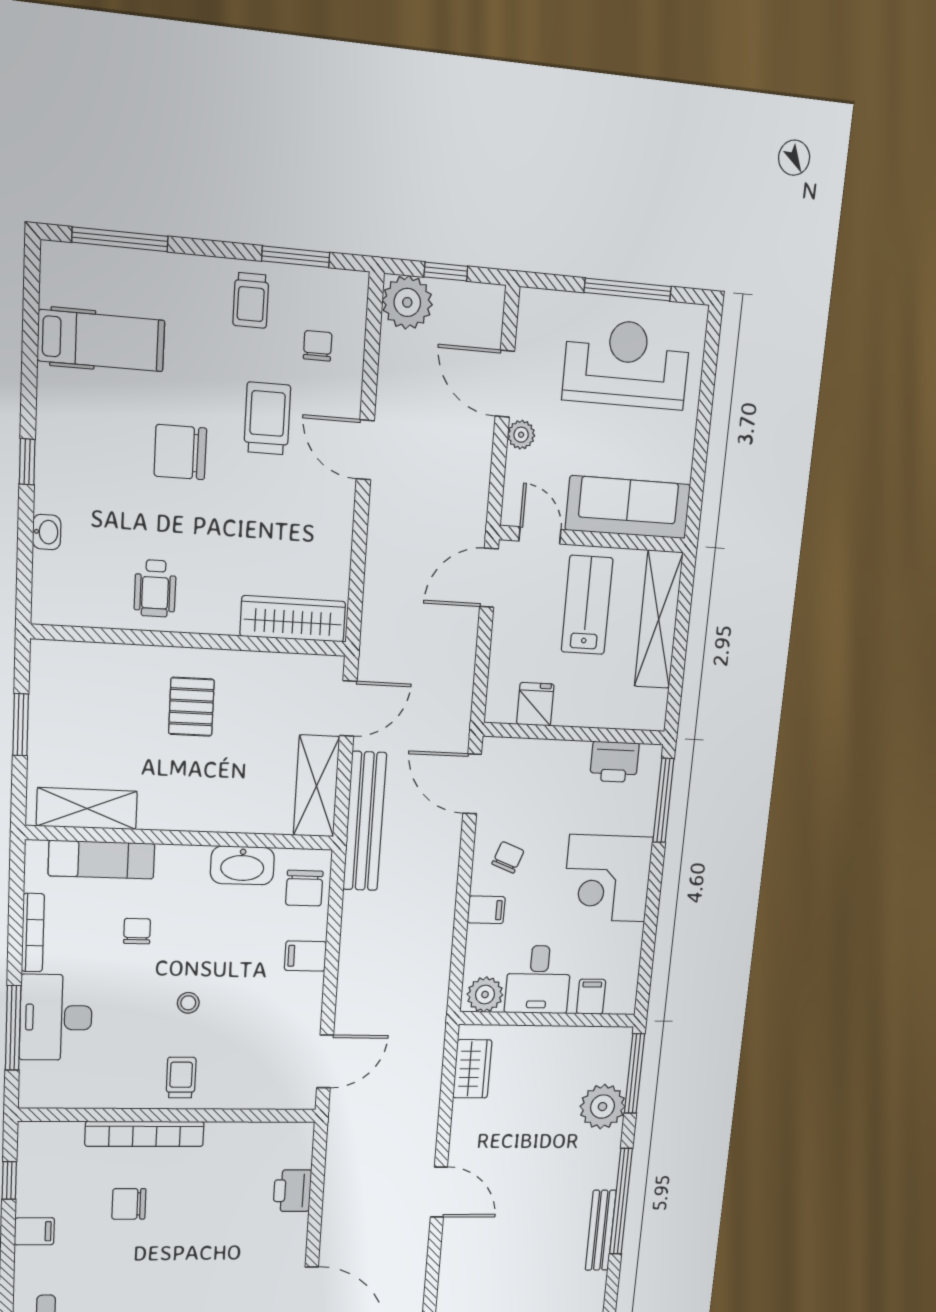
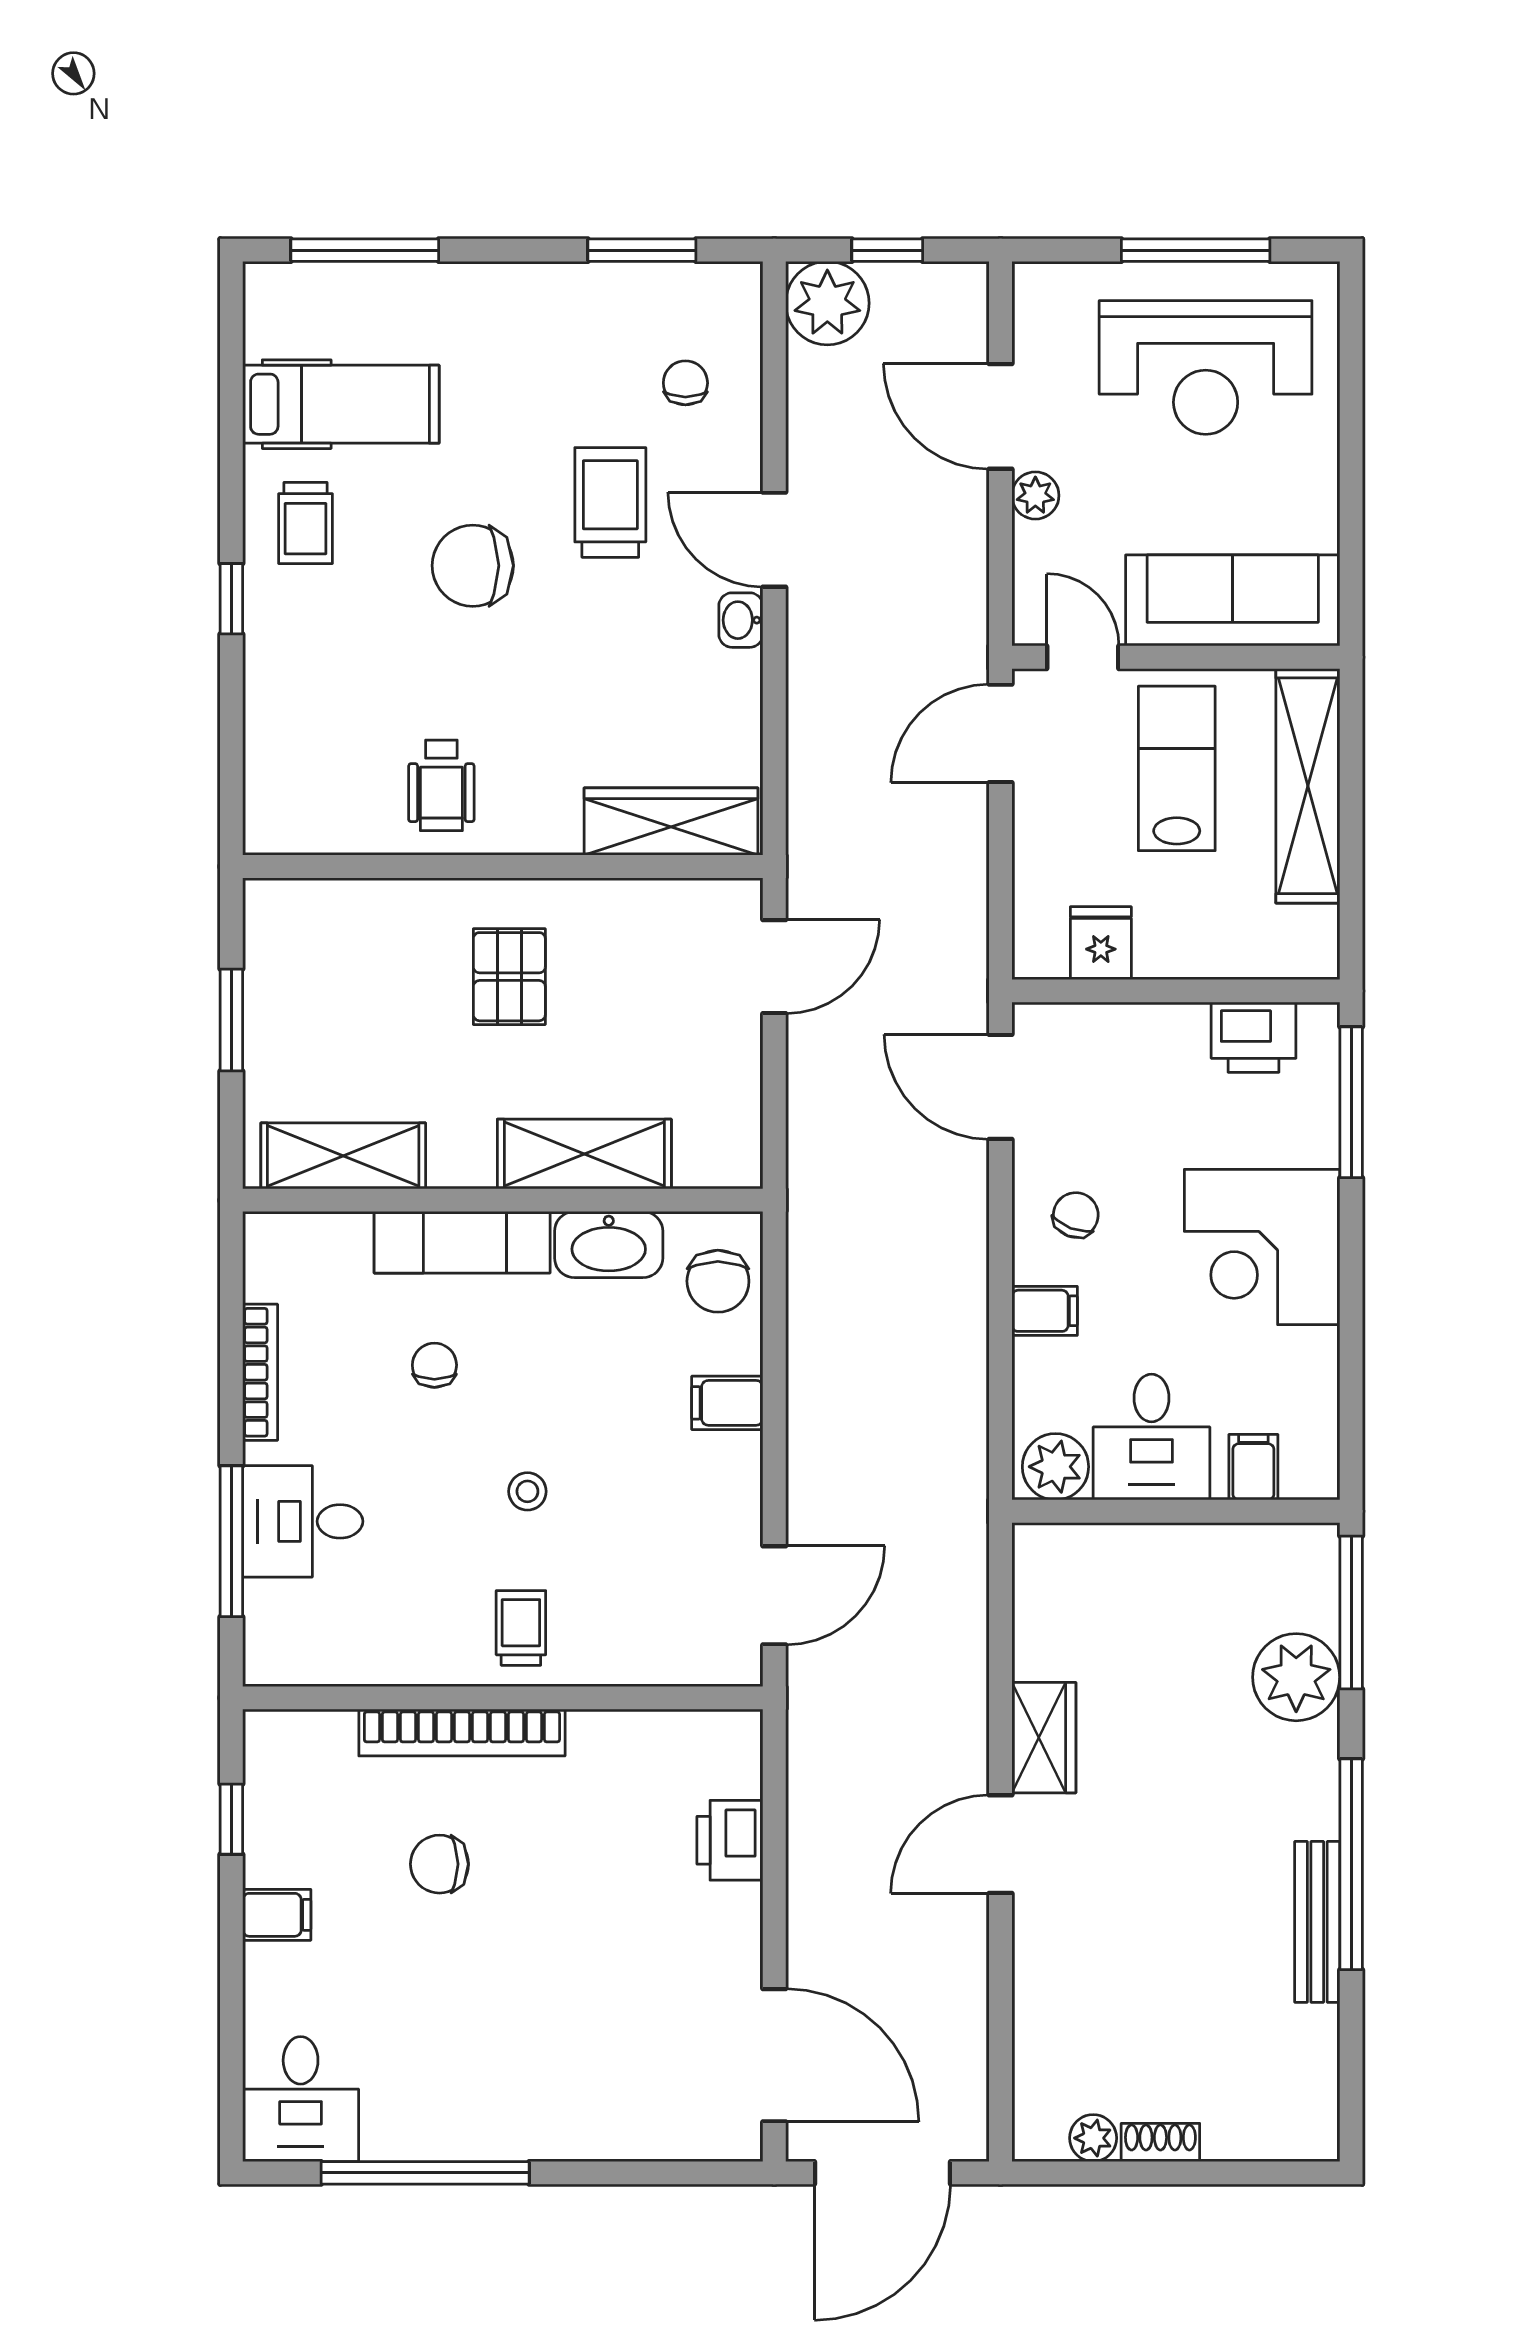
trolley: (251, 300) -> (306, 523), moved
reception desk: (626, 364) -> (1206, 367), turned 180
washbasin: (47, 532) -> (741, 620), moved, turned 180
shelving: (316, 786) -> (584, 1154), moved, turned 90
bench: (365, 821) -> (816, 1160), removed
exam couch: (102, 860) -> (462, 1242), moved
desk: (56, 1017) -> (303, 1521), width x0.73
wardrobe: (472, 1069) -> (1044, 1738), moved
door: (439, 1192) -> (1000, 1844), swing flipped

